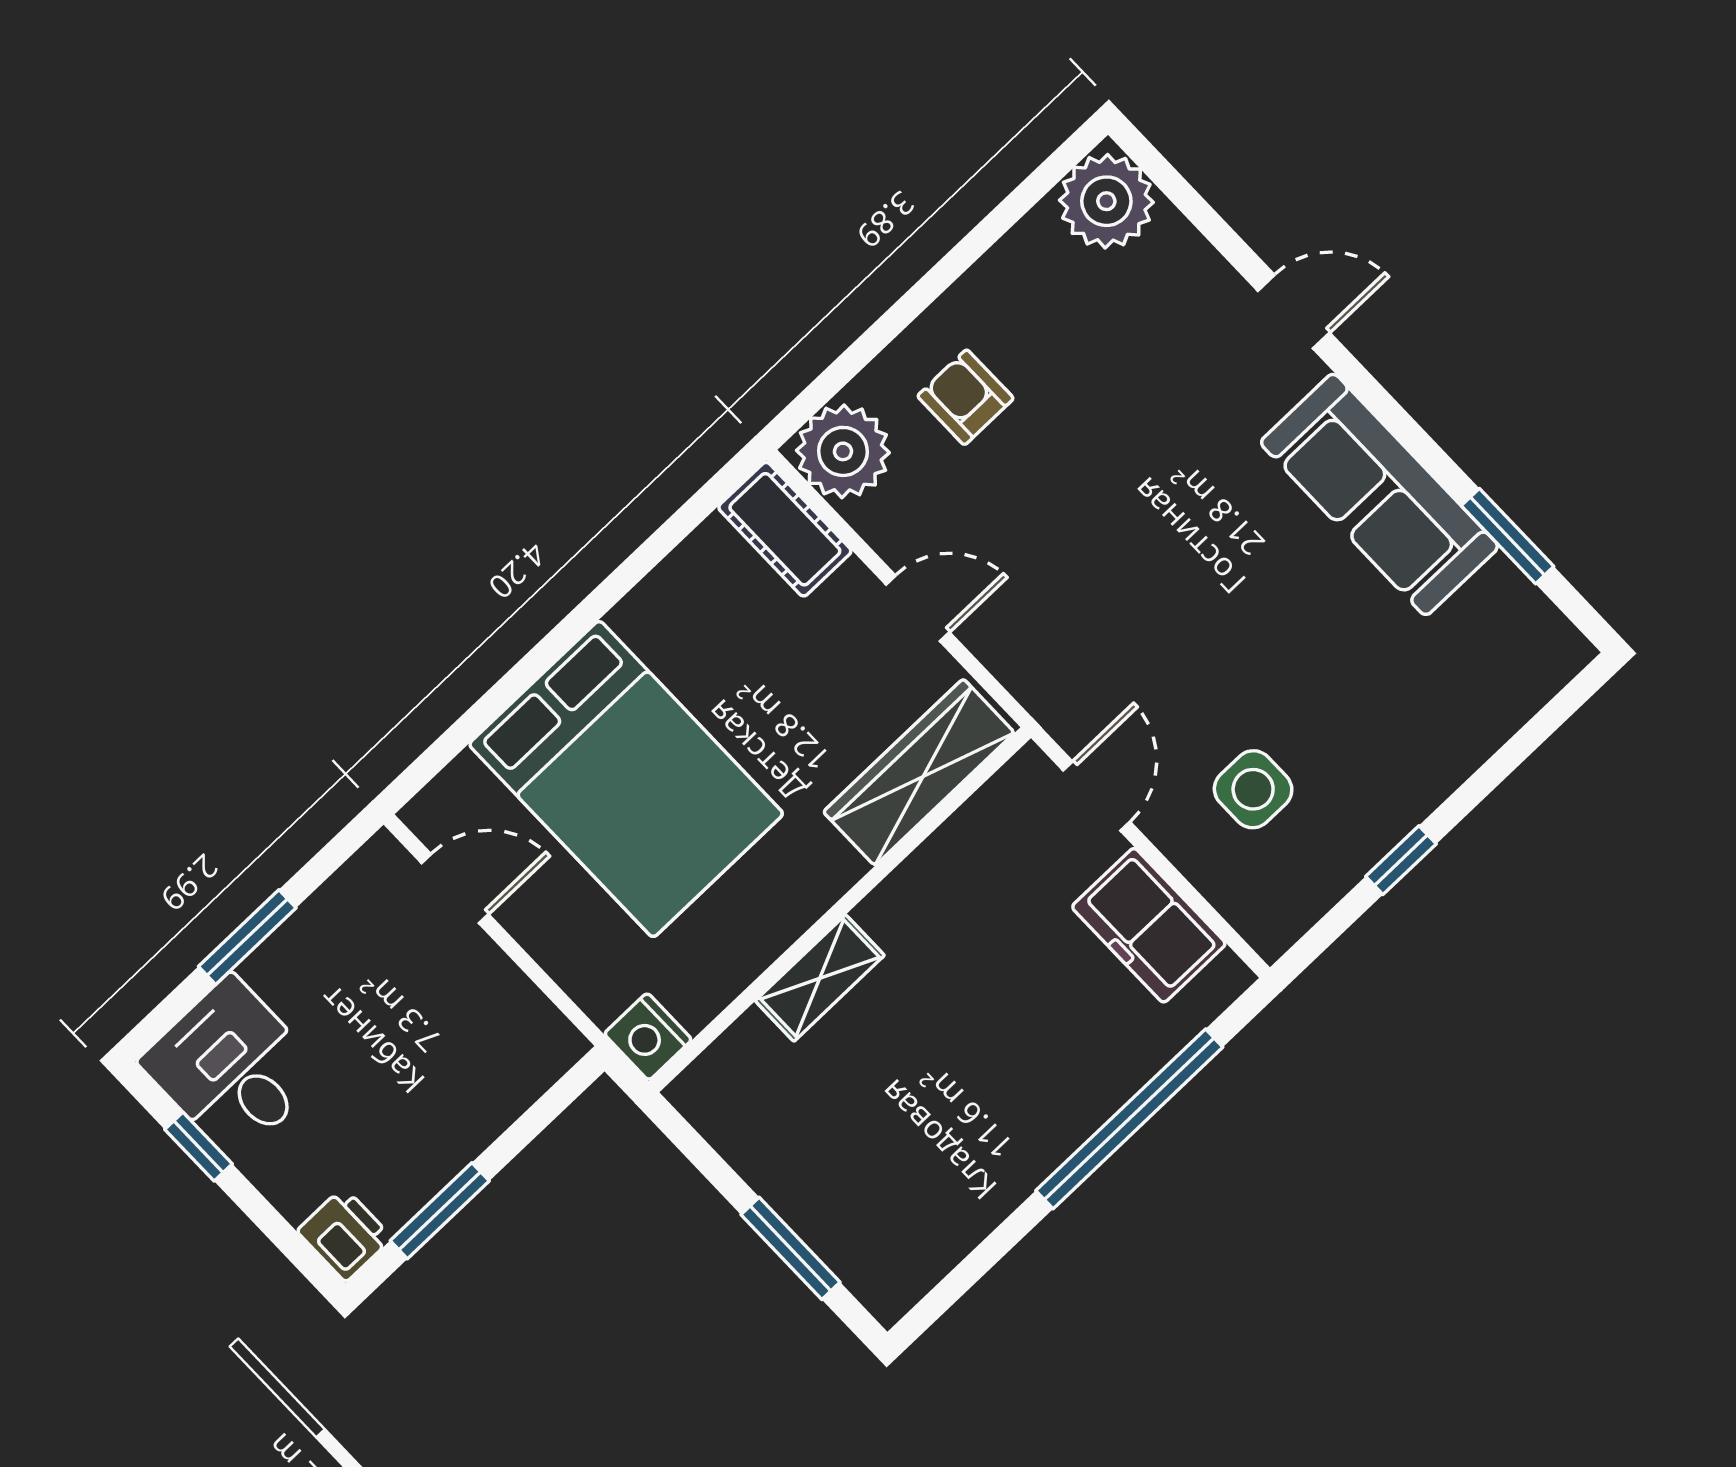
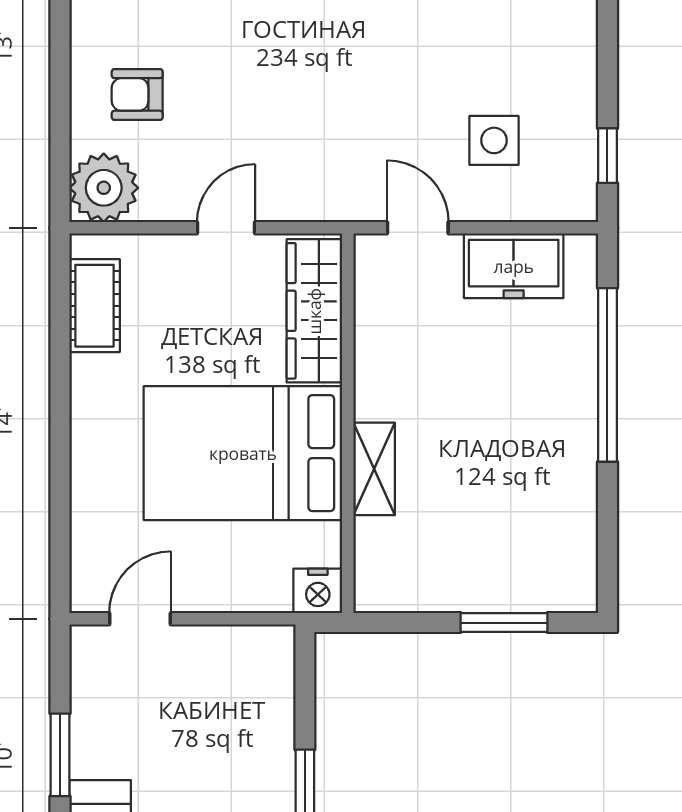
cot: (785, 529) -> (95, 306), moved, turned 90
bed: (626, 779) -> (243, 453), moved, turned 180
window: (1401, 860) -> (607, 156), moved

